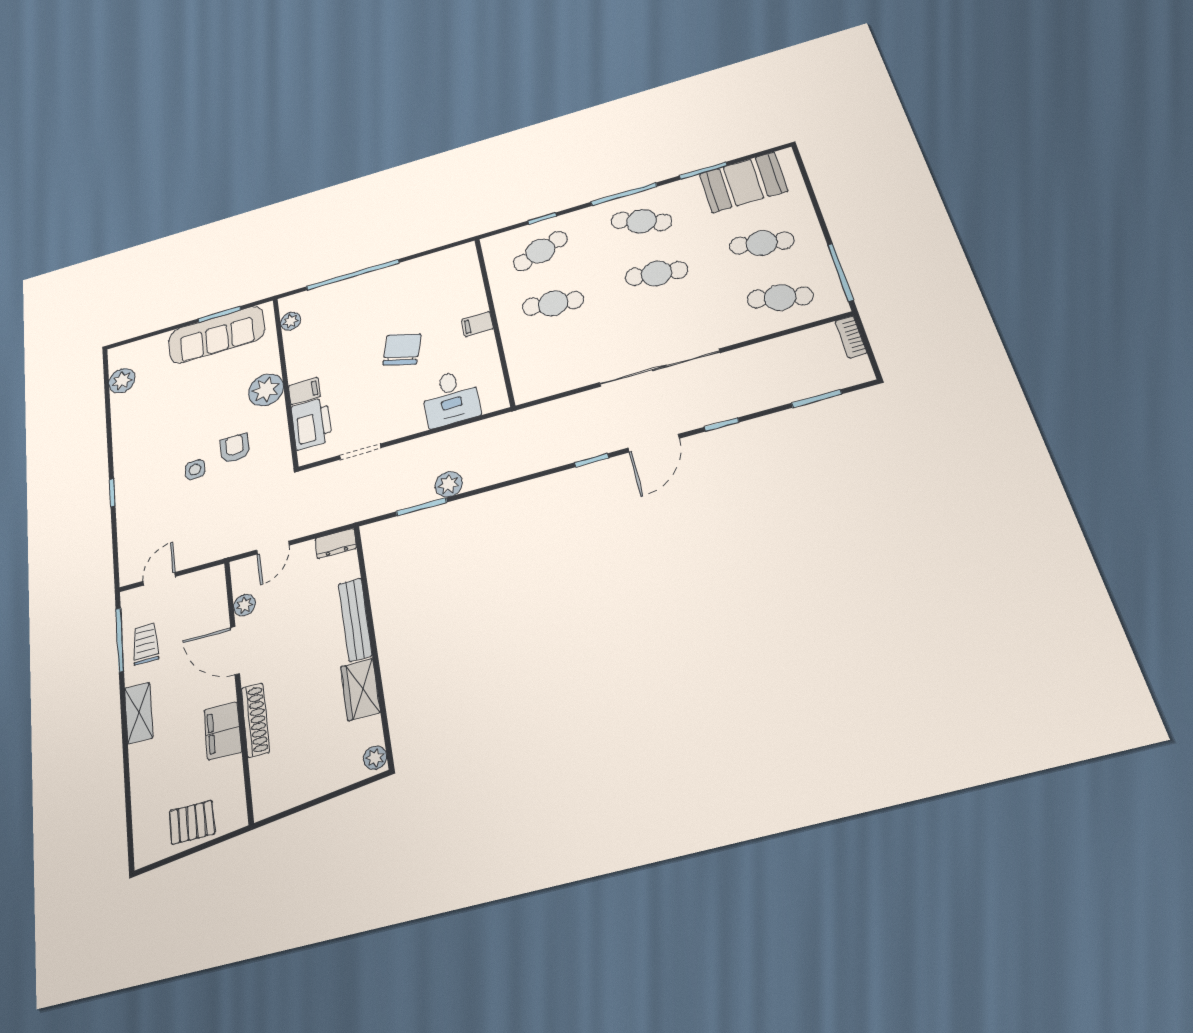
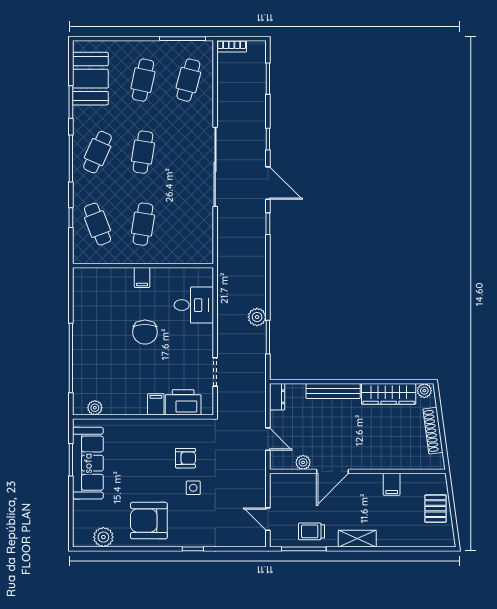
chair: (402, 349) -> (145, 332), turned -107
plant: (266, 390) -> (146, 432), removed
armchair: (147, 428) -> (149, 521), added
armchair: (235, 448) -> (185, 458), turned 180
wardrobe: (360, 689) -> (389, 394), width x1.50
shoe rack: (255, 720) -> (433, 431), moved, turned -98
filing cabinet: (223, 731) -> (392, 484), width x0.50

